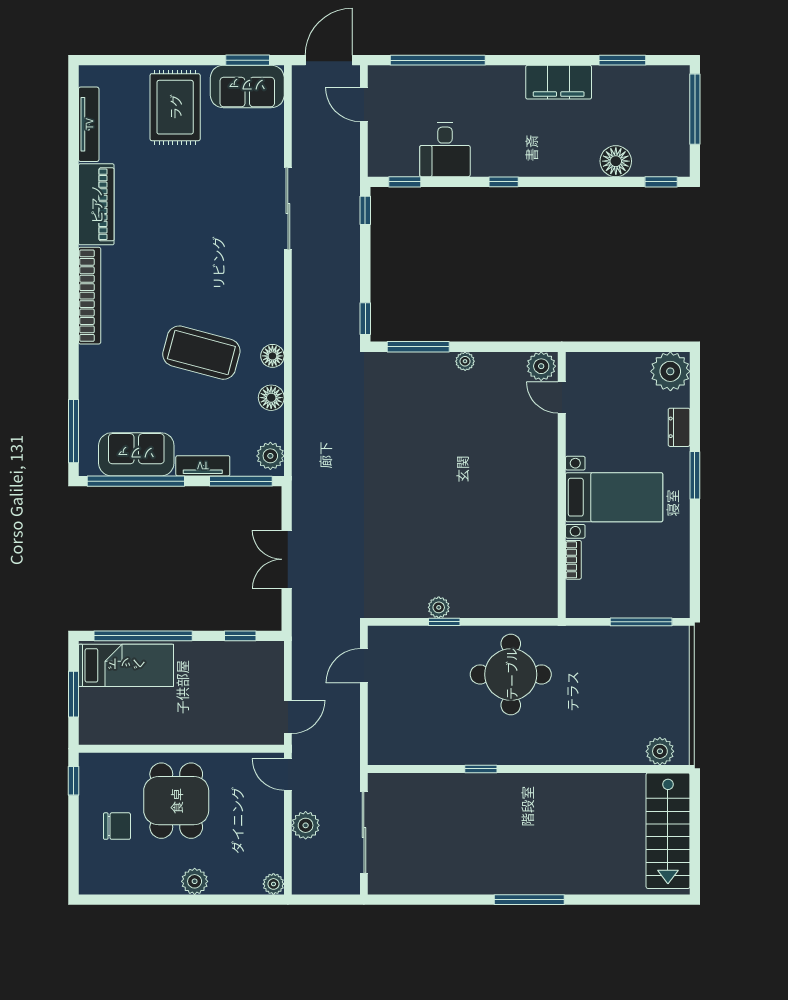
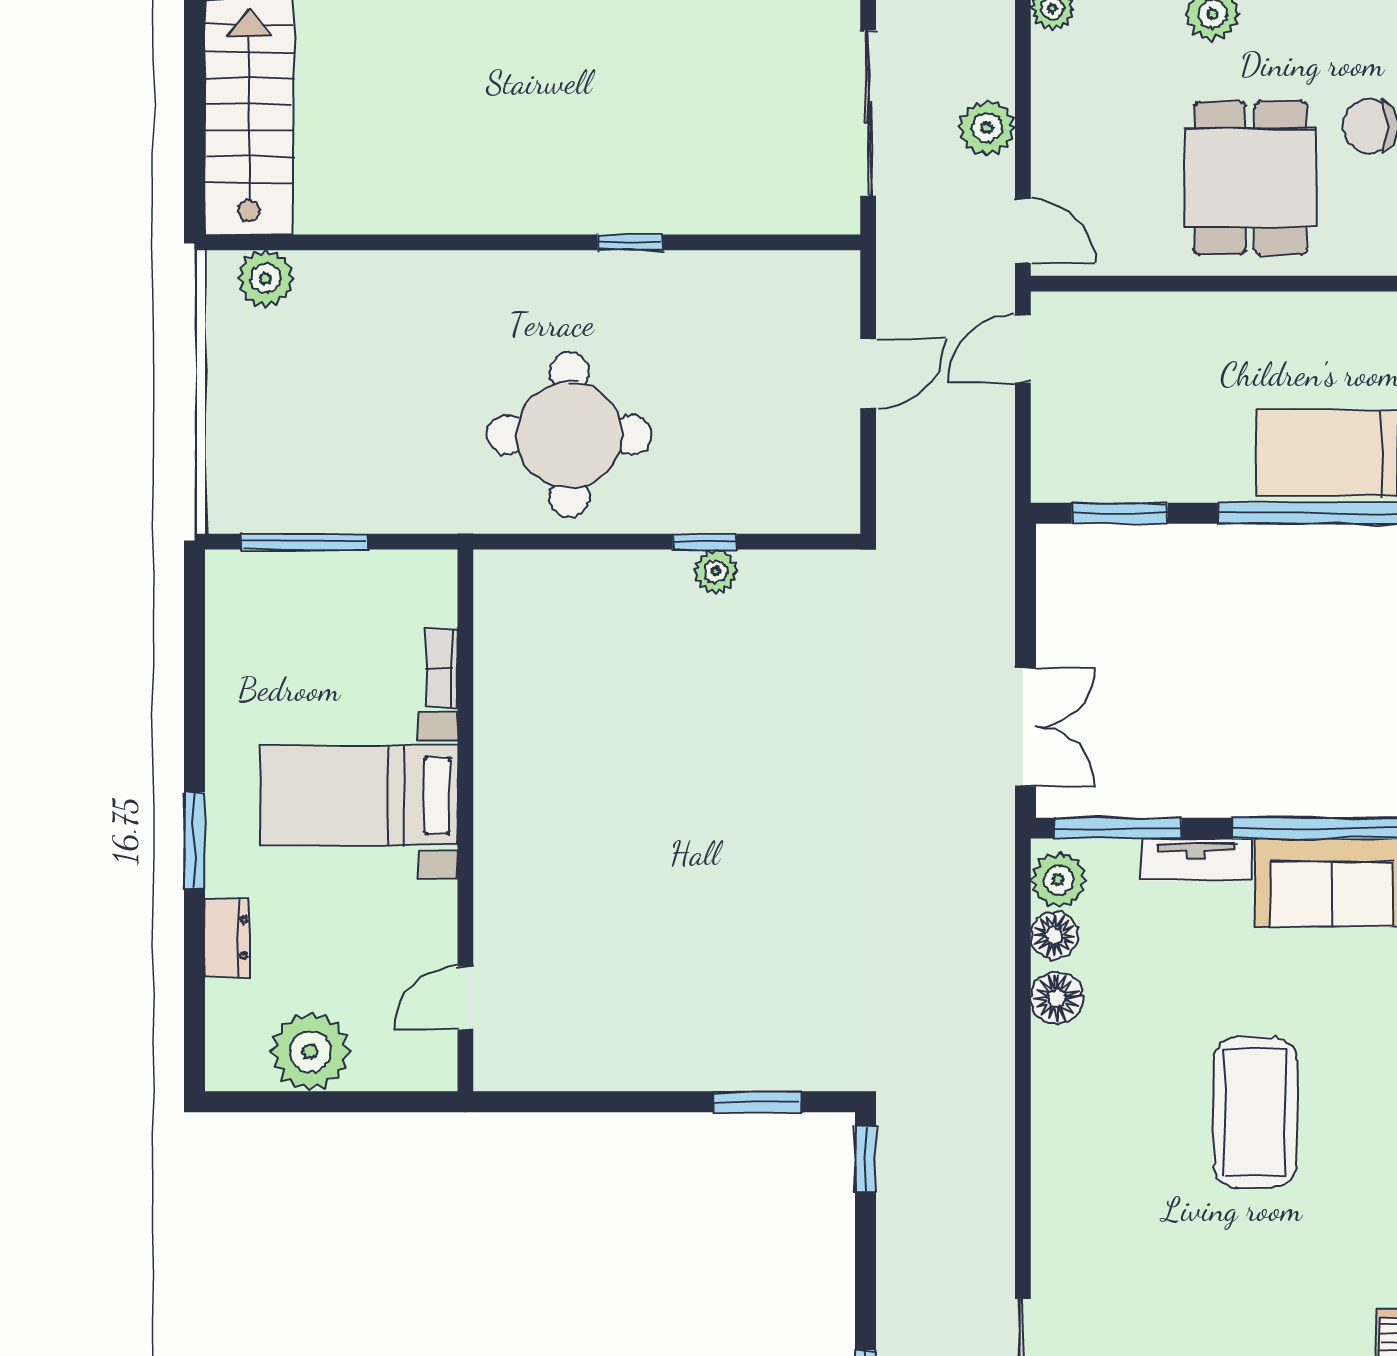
window: (418, 347) -> (757, 1102), width x0.69
coffee table: (201, 353) -> (1255, 1112), moved, turned 75
floor lamp: (272, 356) -> (1054, 935), moved
plant: (465, 361) -> (662, 1072), removed
plant: (541, 366) -> (507, 1062), removed
plant: (670, 371) -> (310, 1052), moved
door: (562, 398) -> (465, 998), swing flipped
double door: (287, 559) -> (1025, 727), moved
window: (240, 636) -> (1120, 513), width x1.50
door: (364, 666) -> (868, 374), moved

